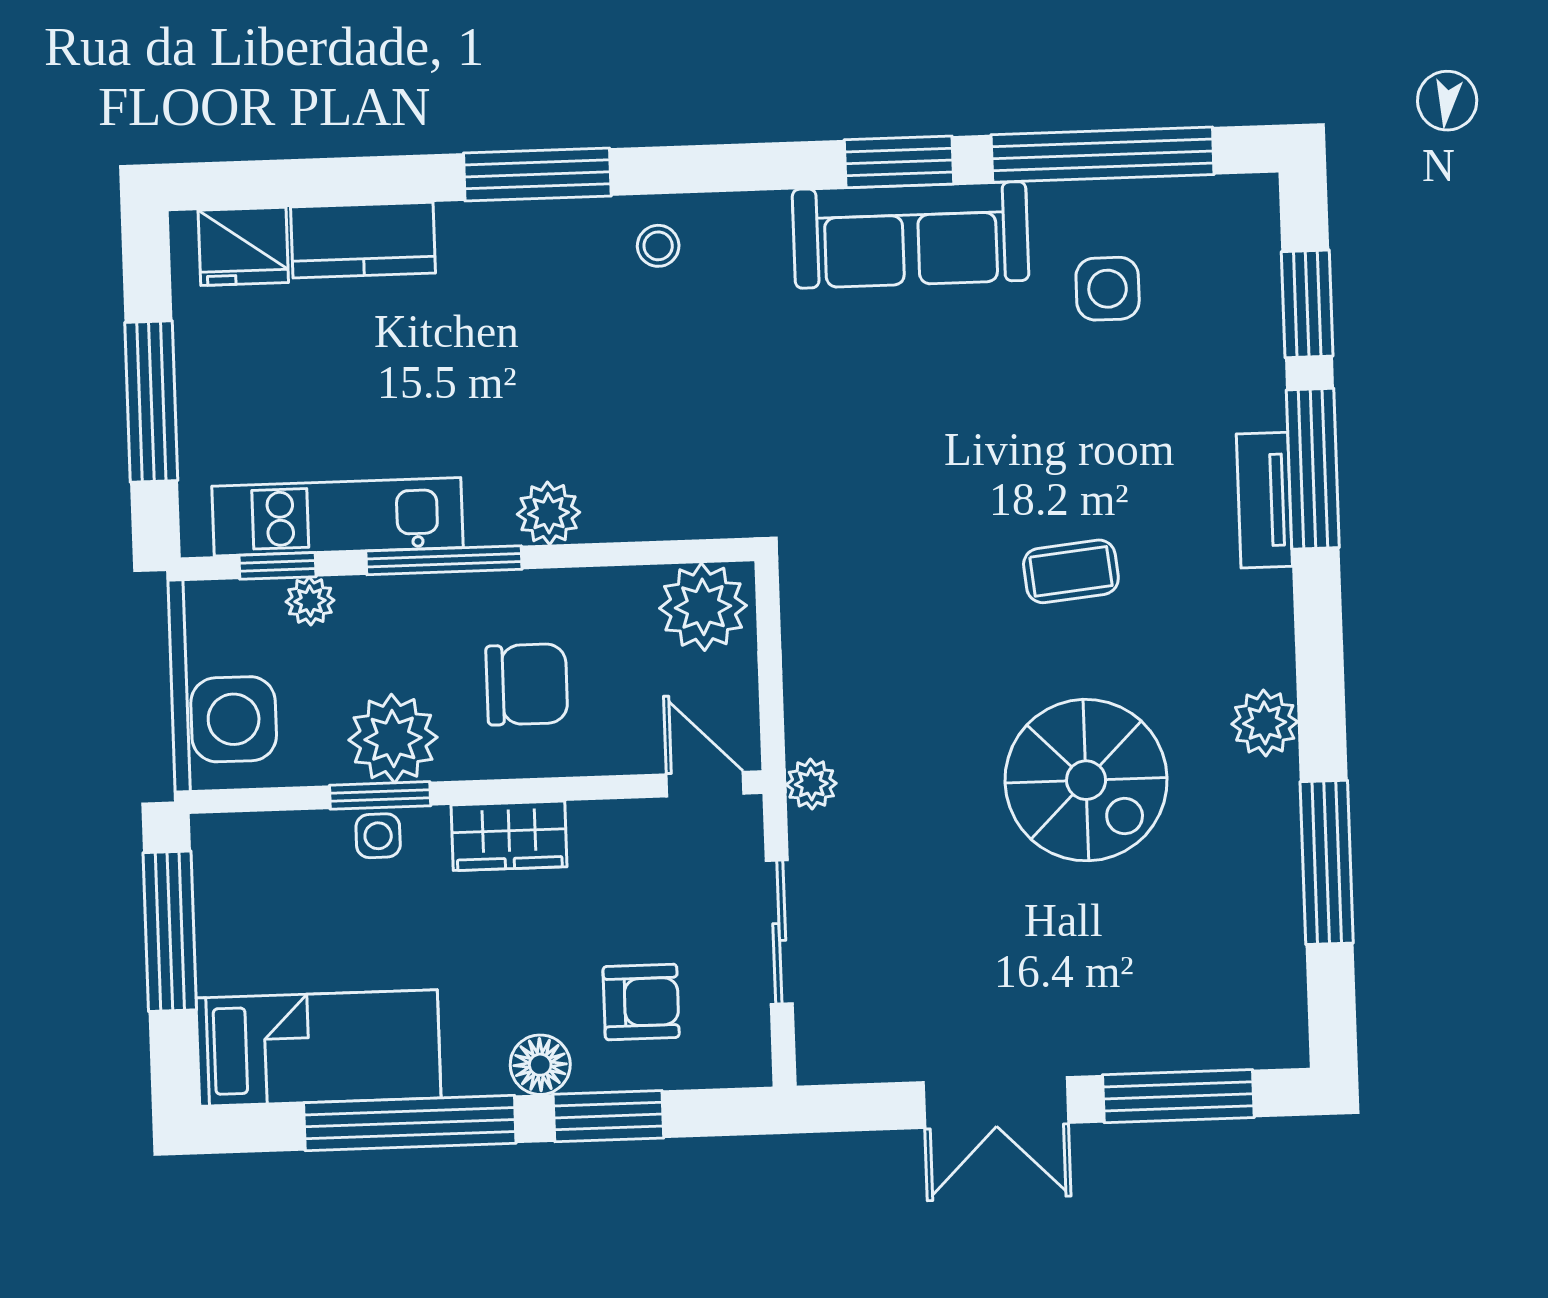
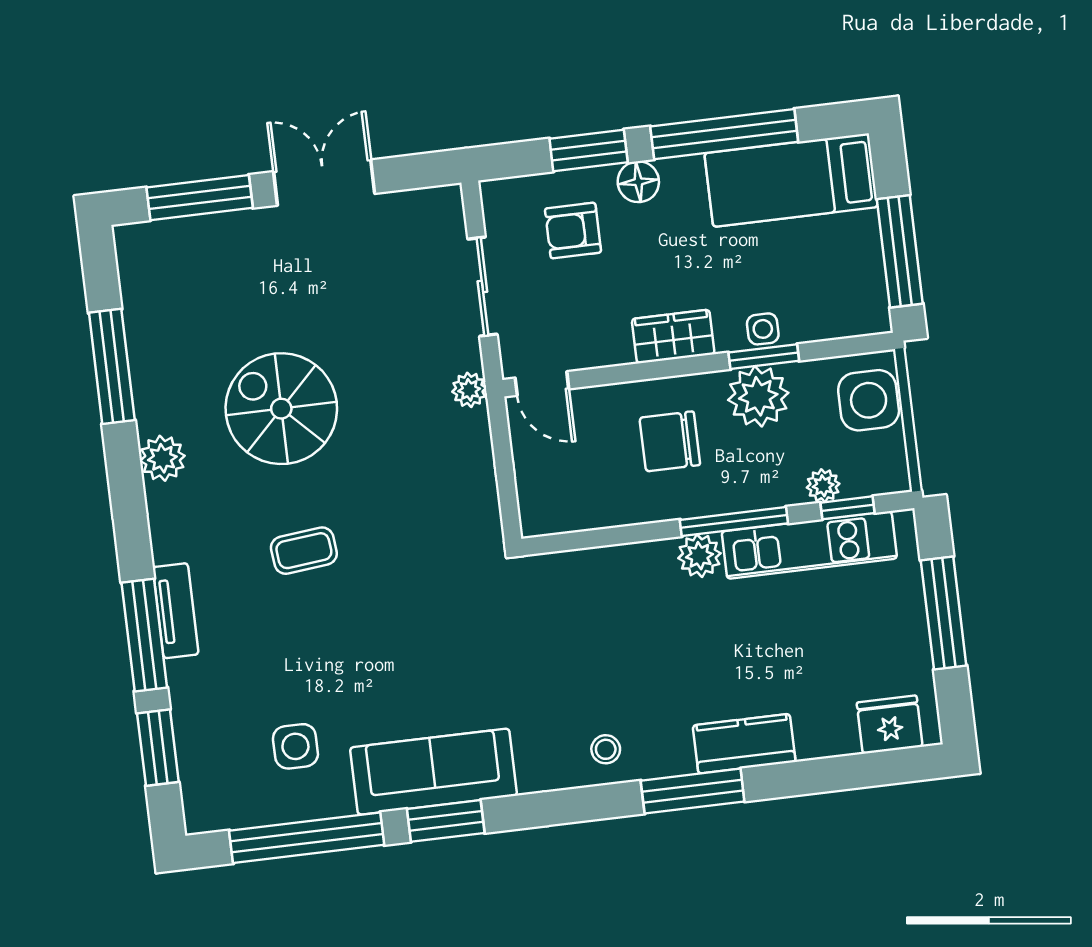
kitchen counter: (363, 240) -> (744, 744), moved
plant: (549, 513) -> (699, 556), moved
plant: (703, 607) -> (554, 505), removed

